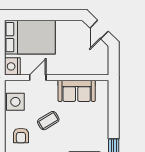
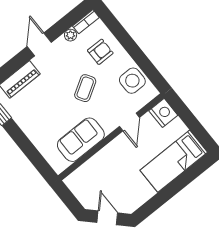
bed: (30, 37) -> (174, 161), width x0.67
armchair: (21, 136) -> (100, 52), turned 90

